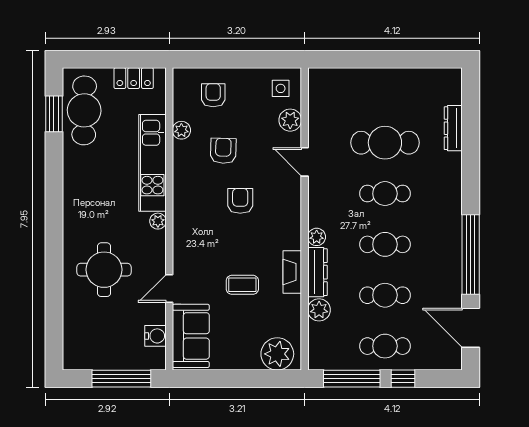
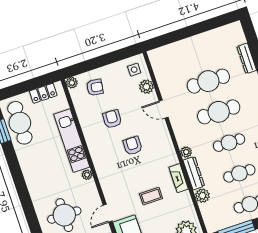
armchair: (213, 95) -> (95, 87), turned 98
plant: (181, 130) -> (72, 83), moved
cafe table: (385, 194) -> (219, 112), width x1.37, depth x1.35

